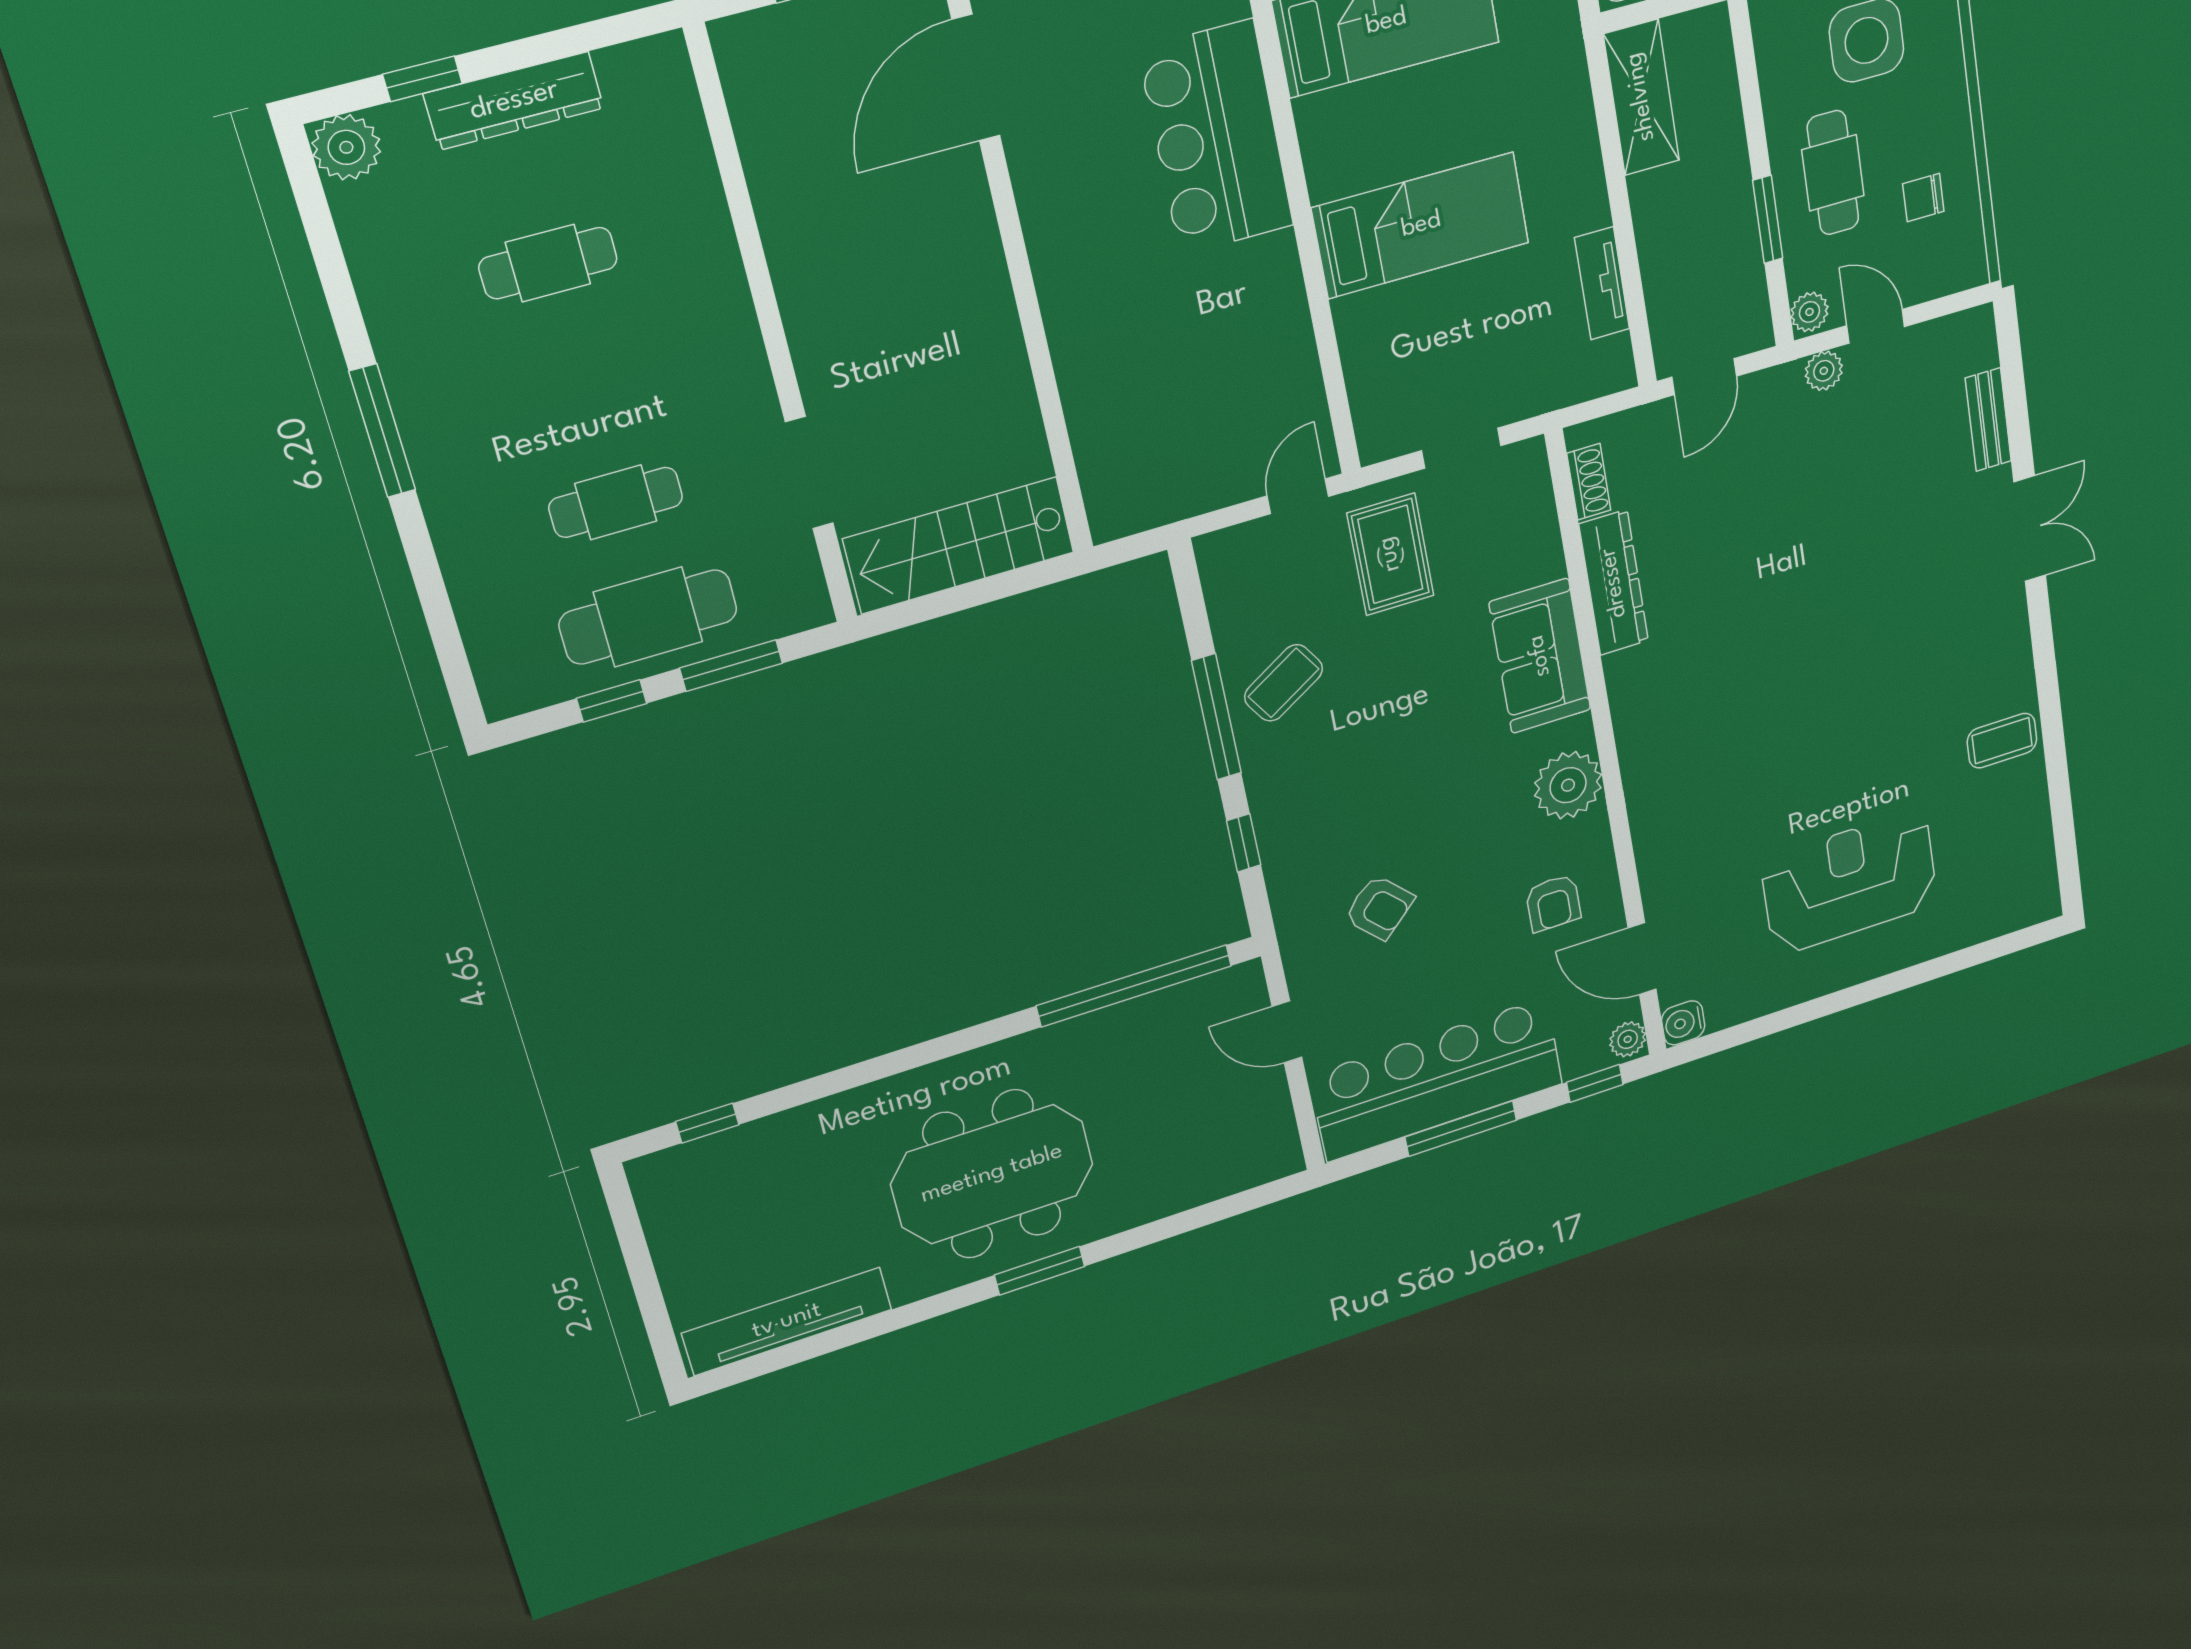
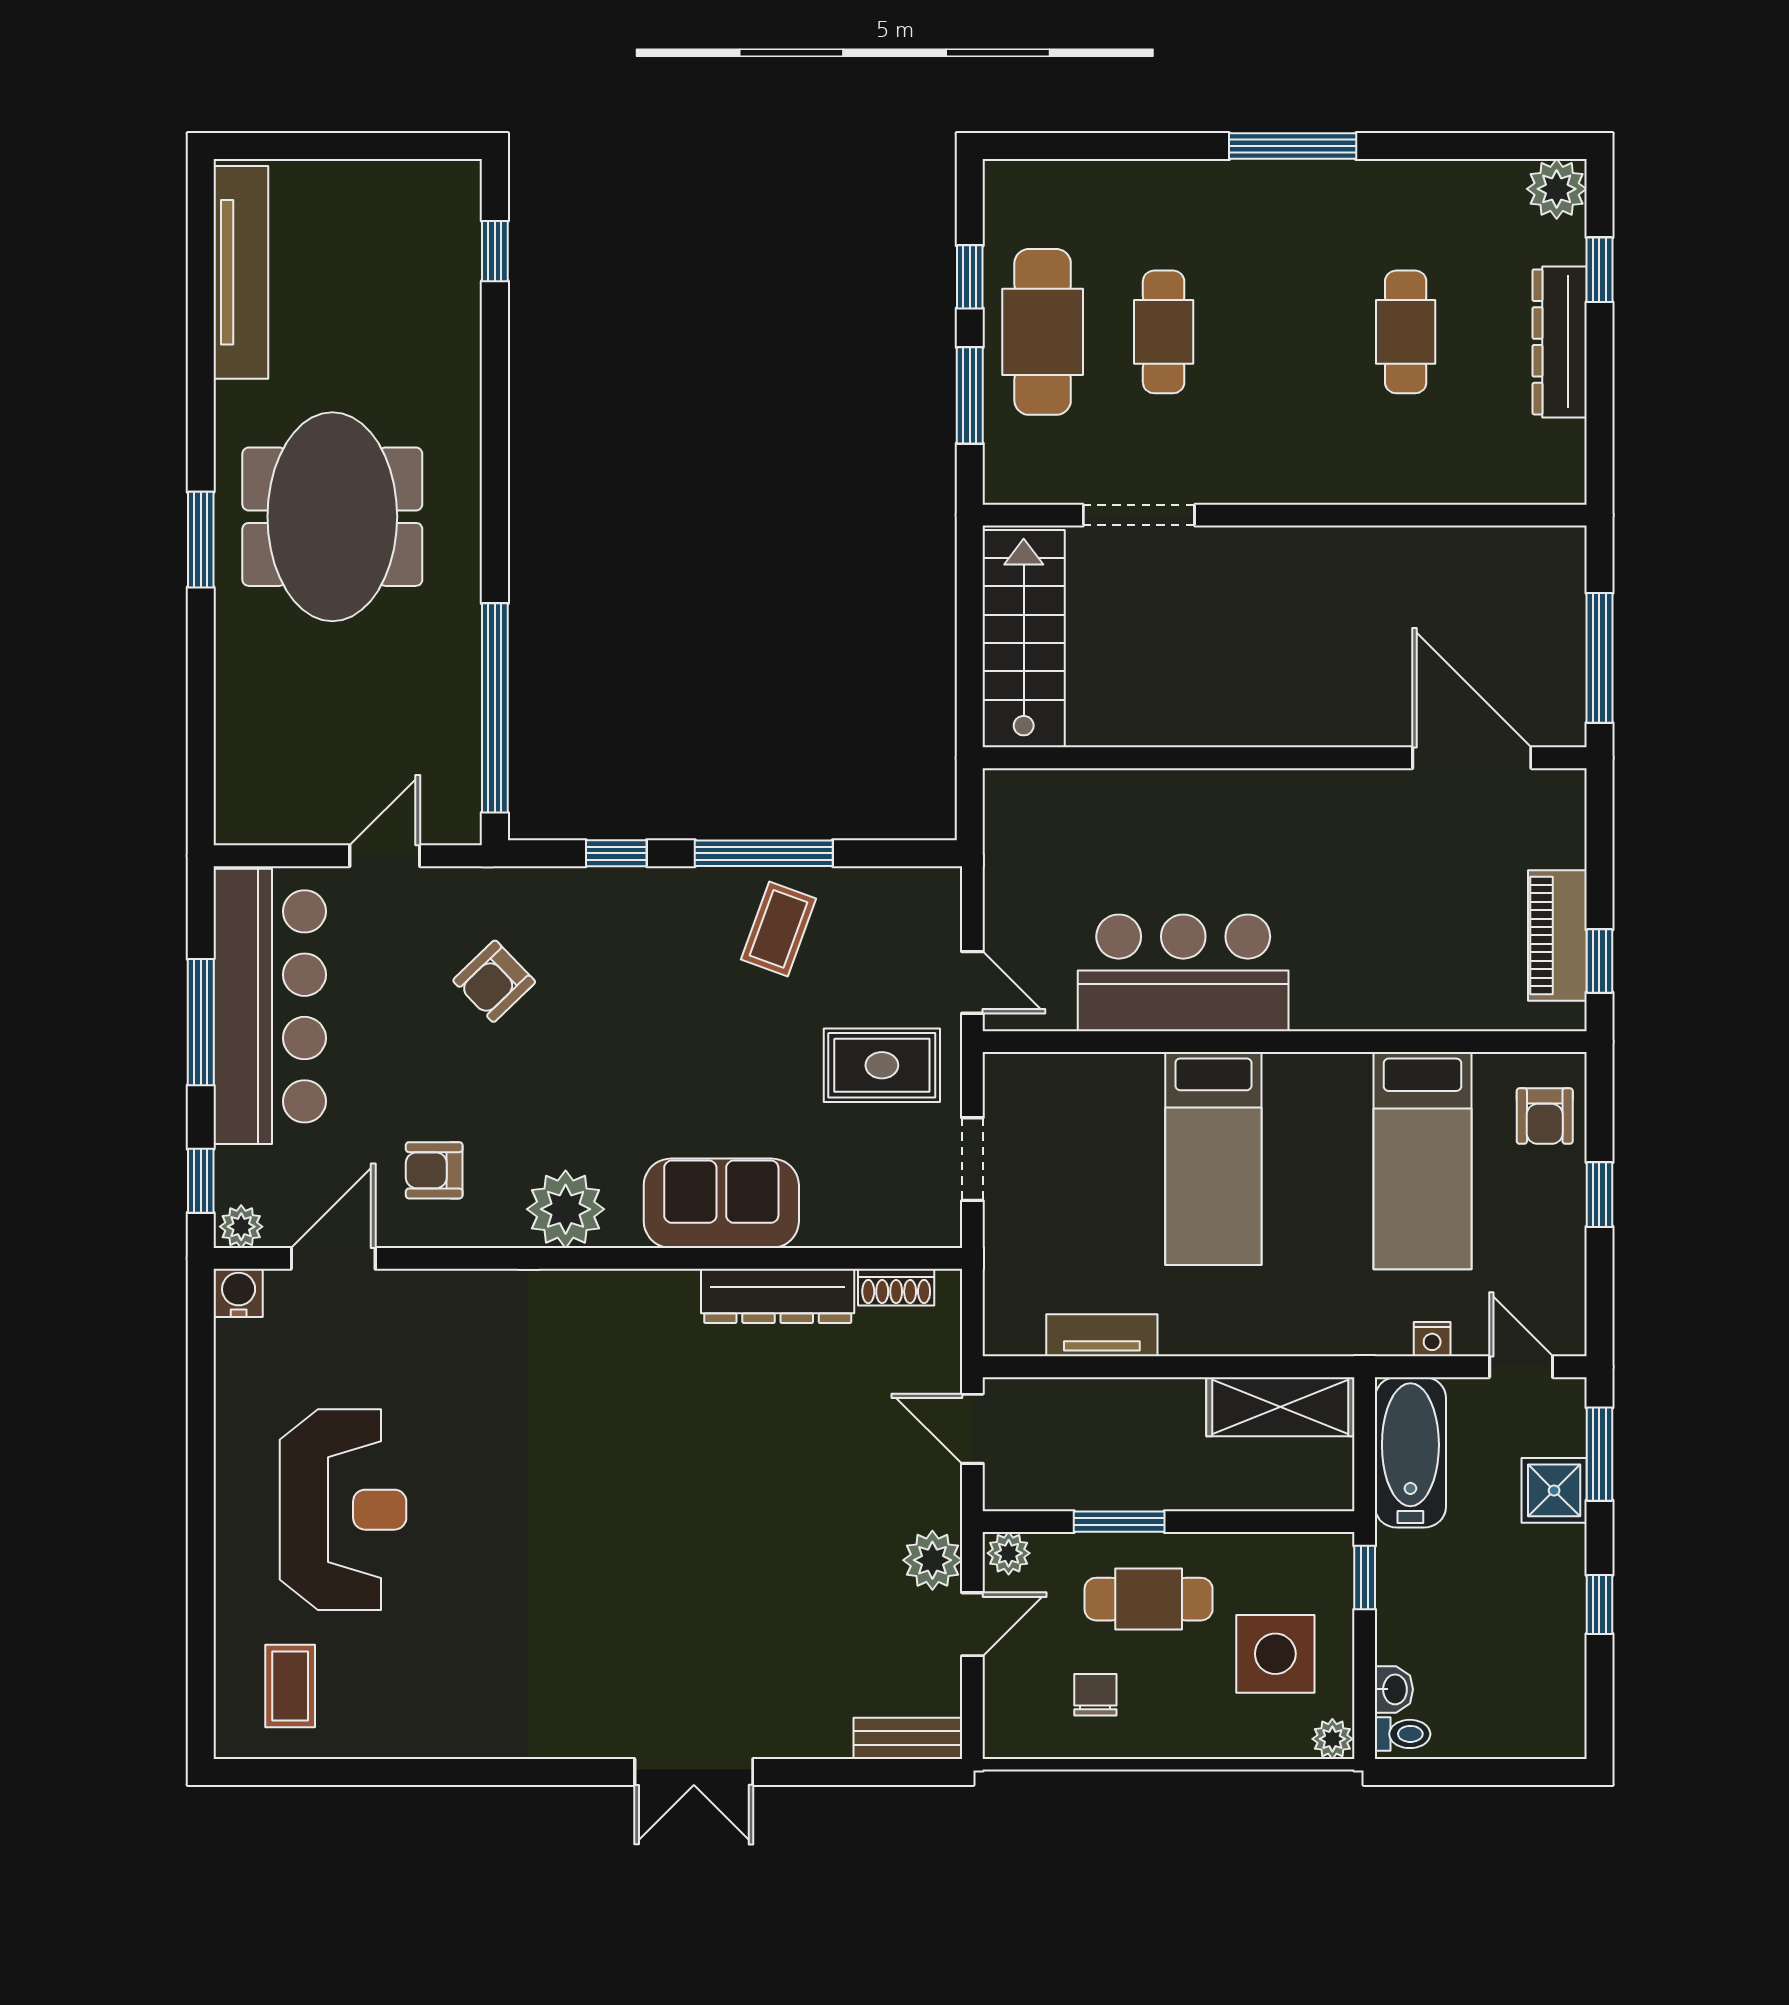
bar counter: (1216, 138) -> (1183, 973), moved
plant: (1824, 371) -> (932, 1560), width x1.38, depth x1.38
bench: (1988, 420) -> (908, 1738), moved
coffee table: (1284, 683) -> (779, 929), turned 52
coffee table: (2002, 741) -> (290, 1686), moved

